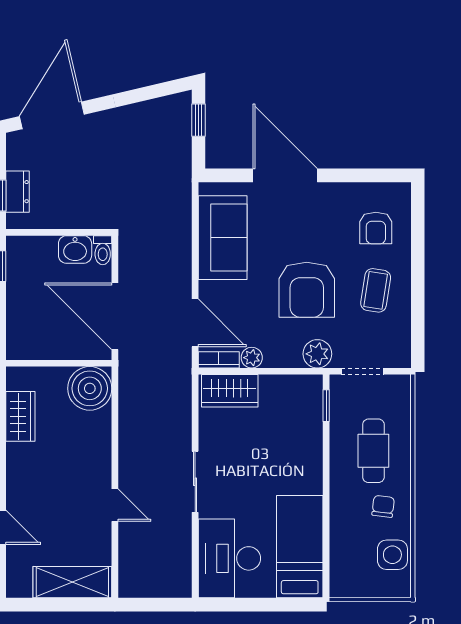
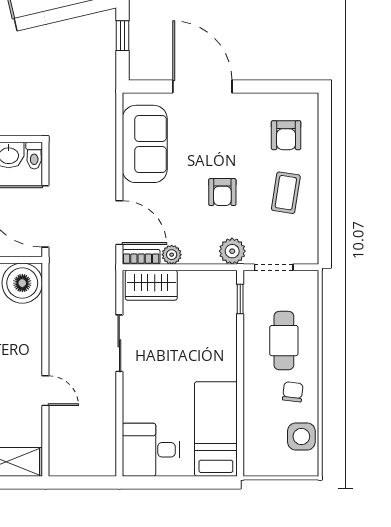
armchair: (307, 290) -> (222, 192), width x0.53, depth x0.53
sliding door: (195, 482) -> (119, 343), moved
desk: (229, 558) -> (151, 450), width x0.73

